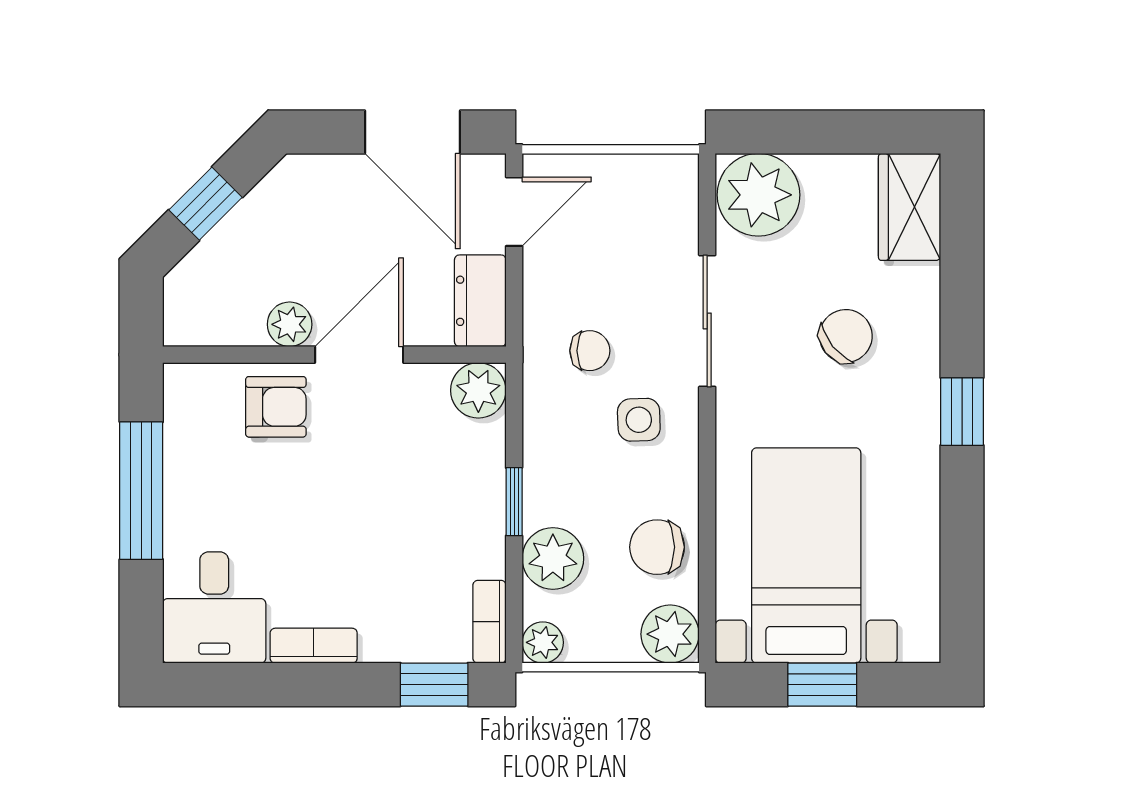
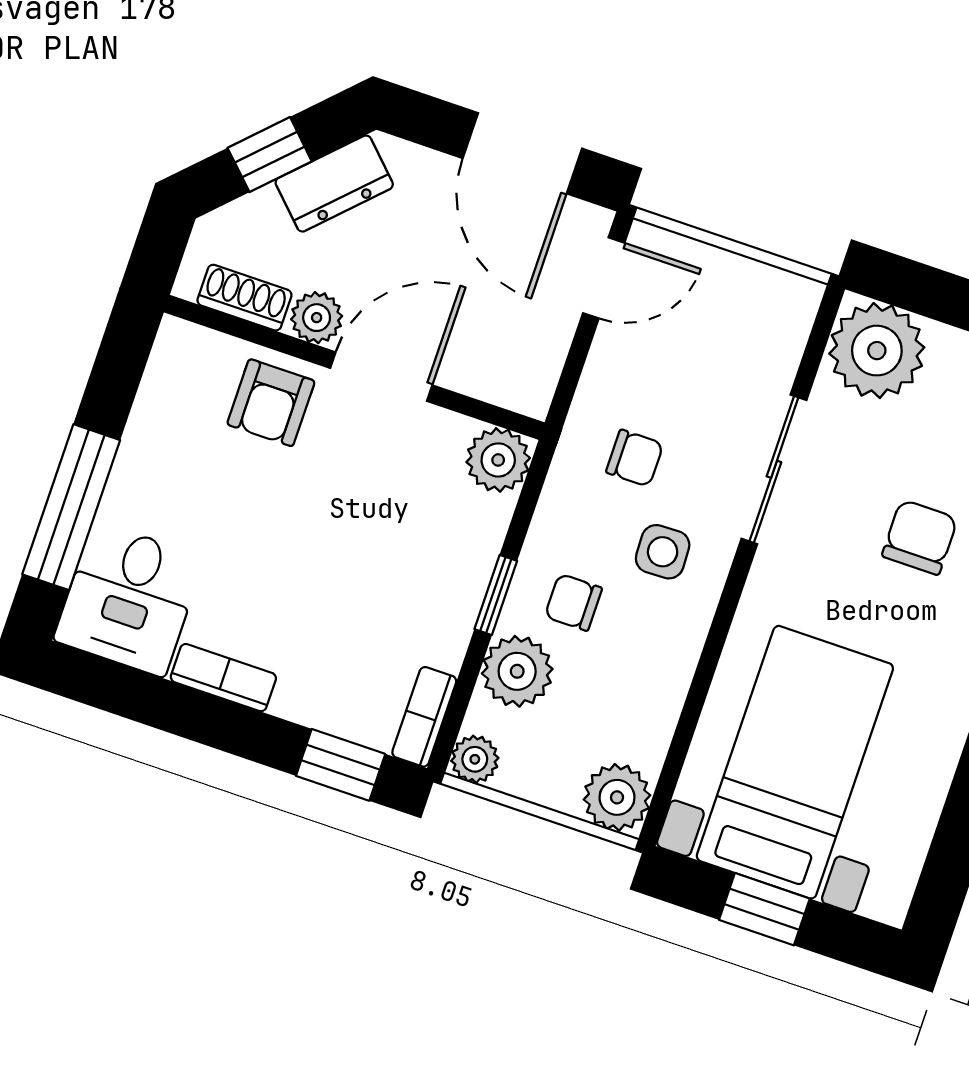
dresser: (480, 301) -> (334, 184), moved, turned -135
shoe rack: (225, 328) -> (244, 298), added
chair: (846, 336) -> (920, 537), turned -51
armchair: (276, 407) -> (271, 403), turned 90
window: (141, 491) -> (71, 507), moved
chair: (657, 547) -> (573, 602), moved, width x0.73, depth x0.73

